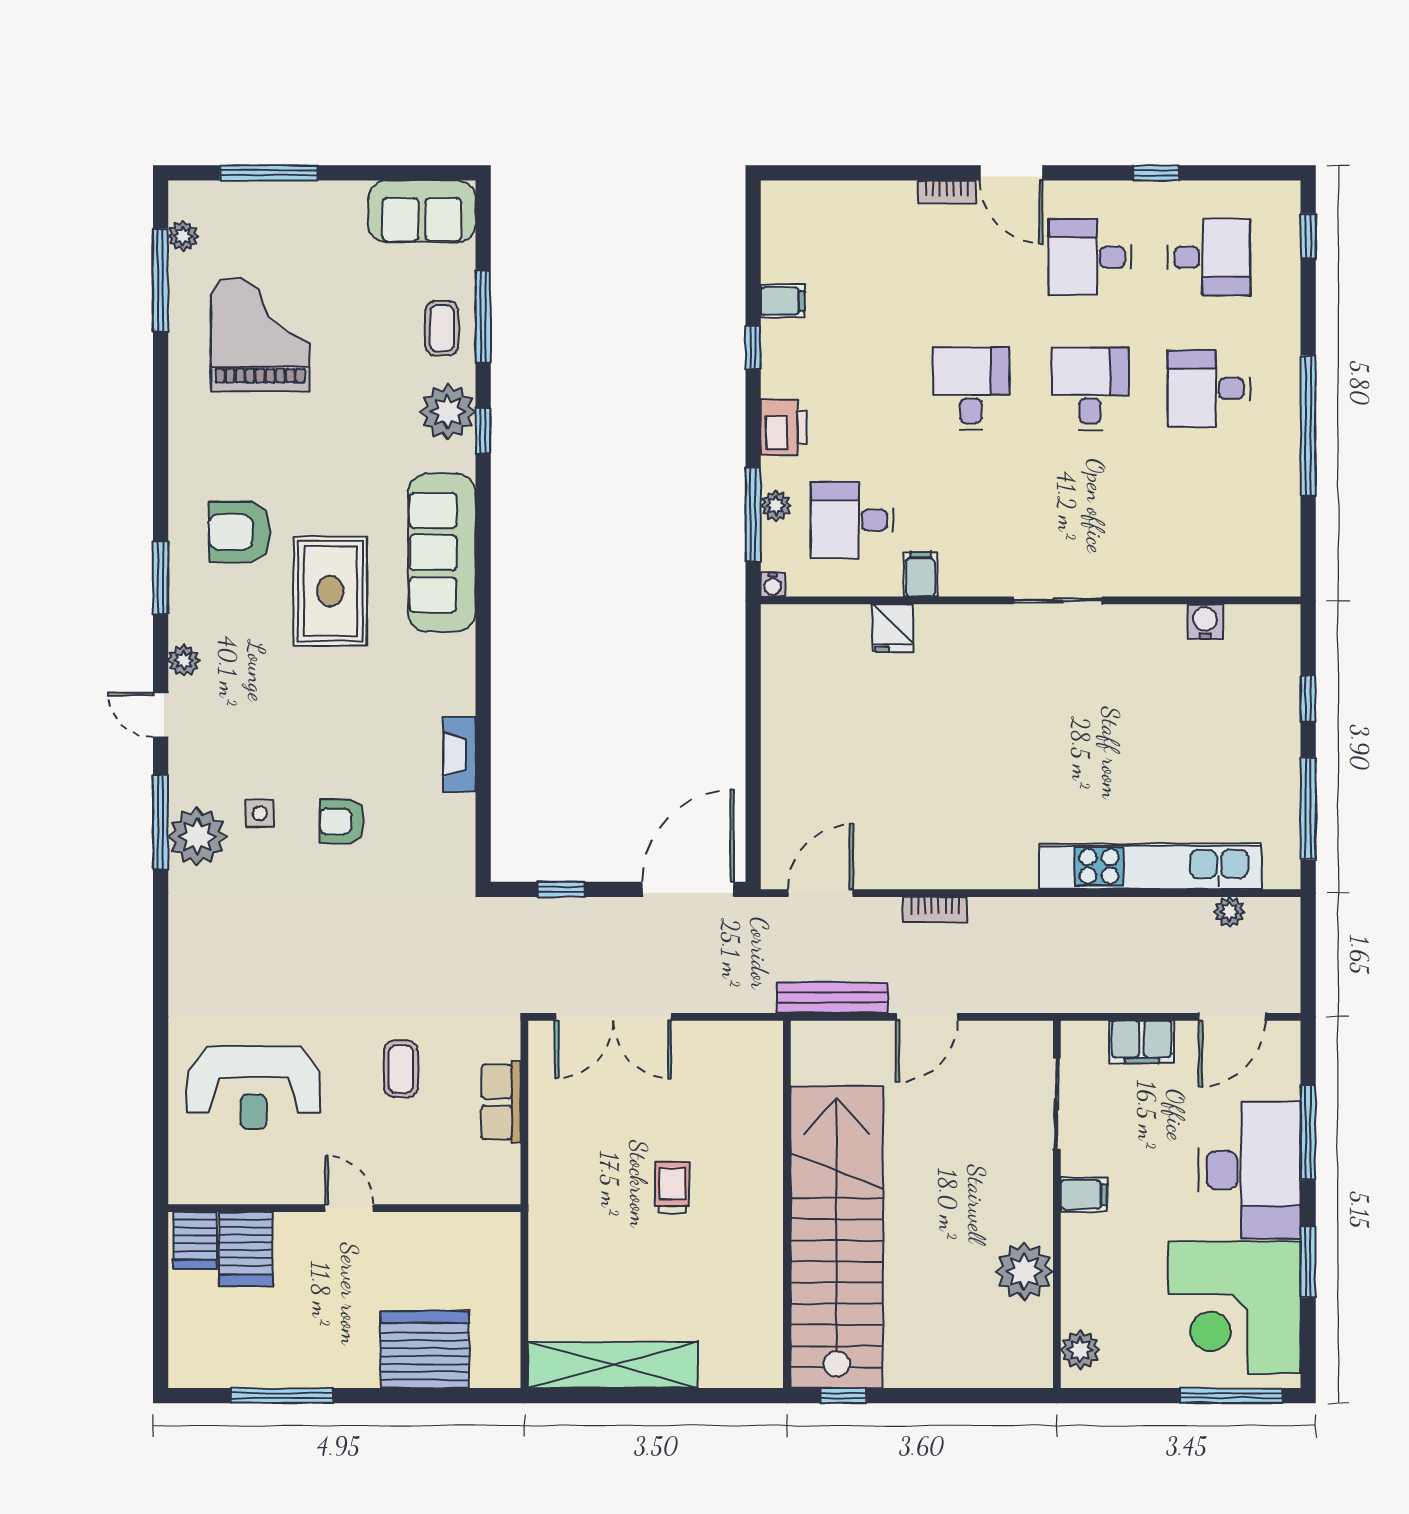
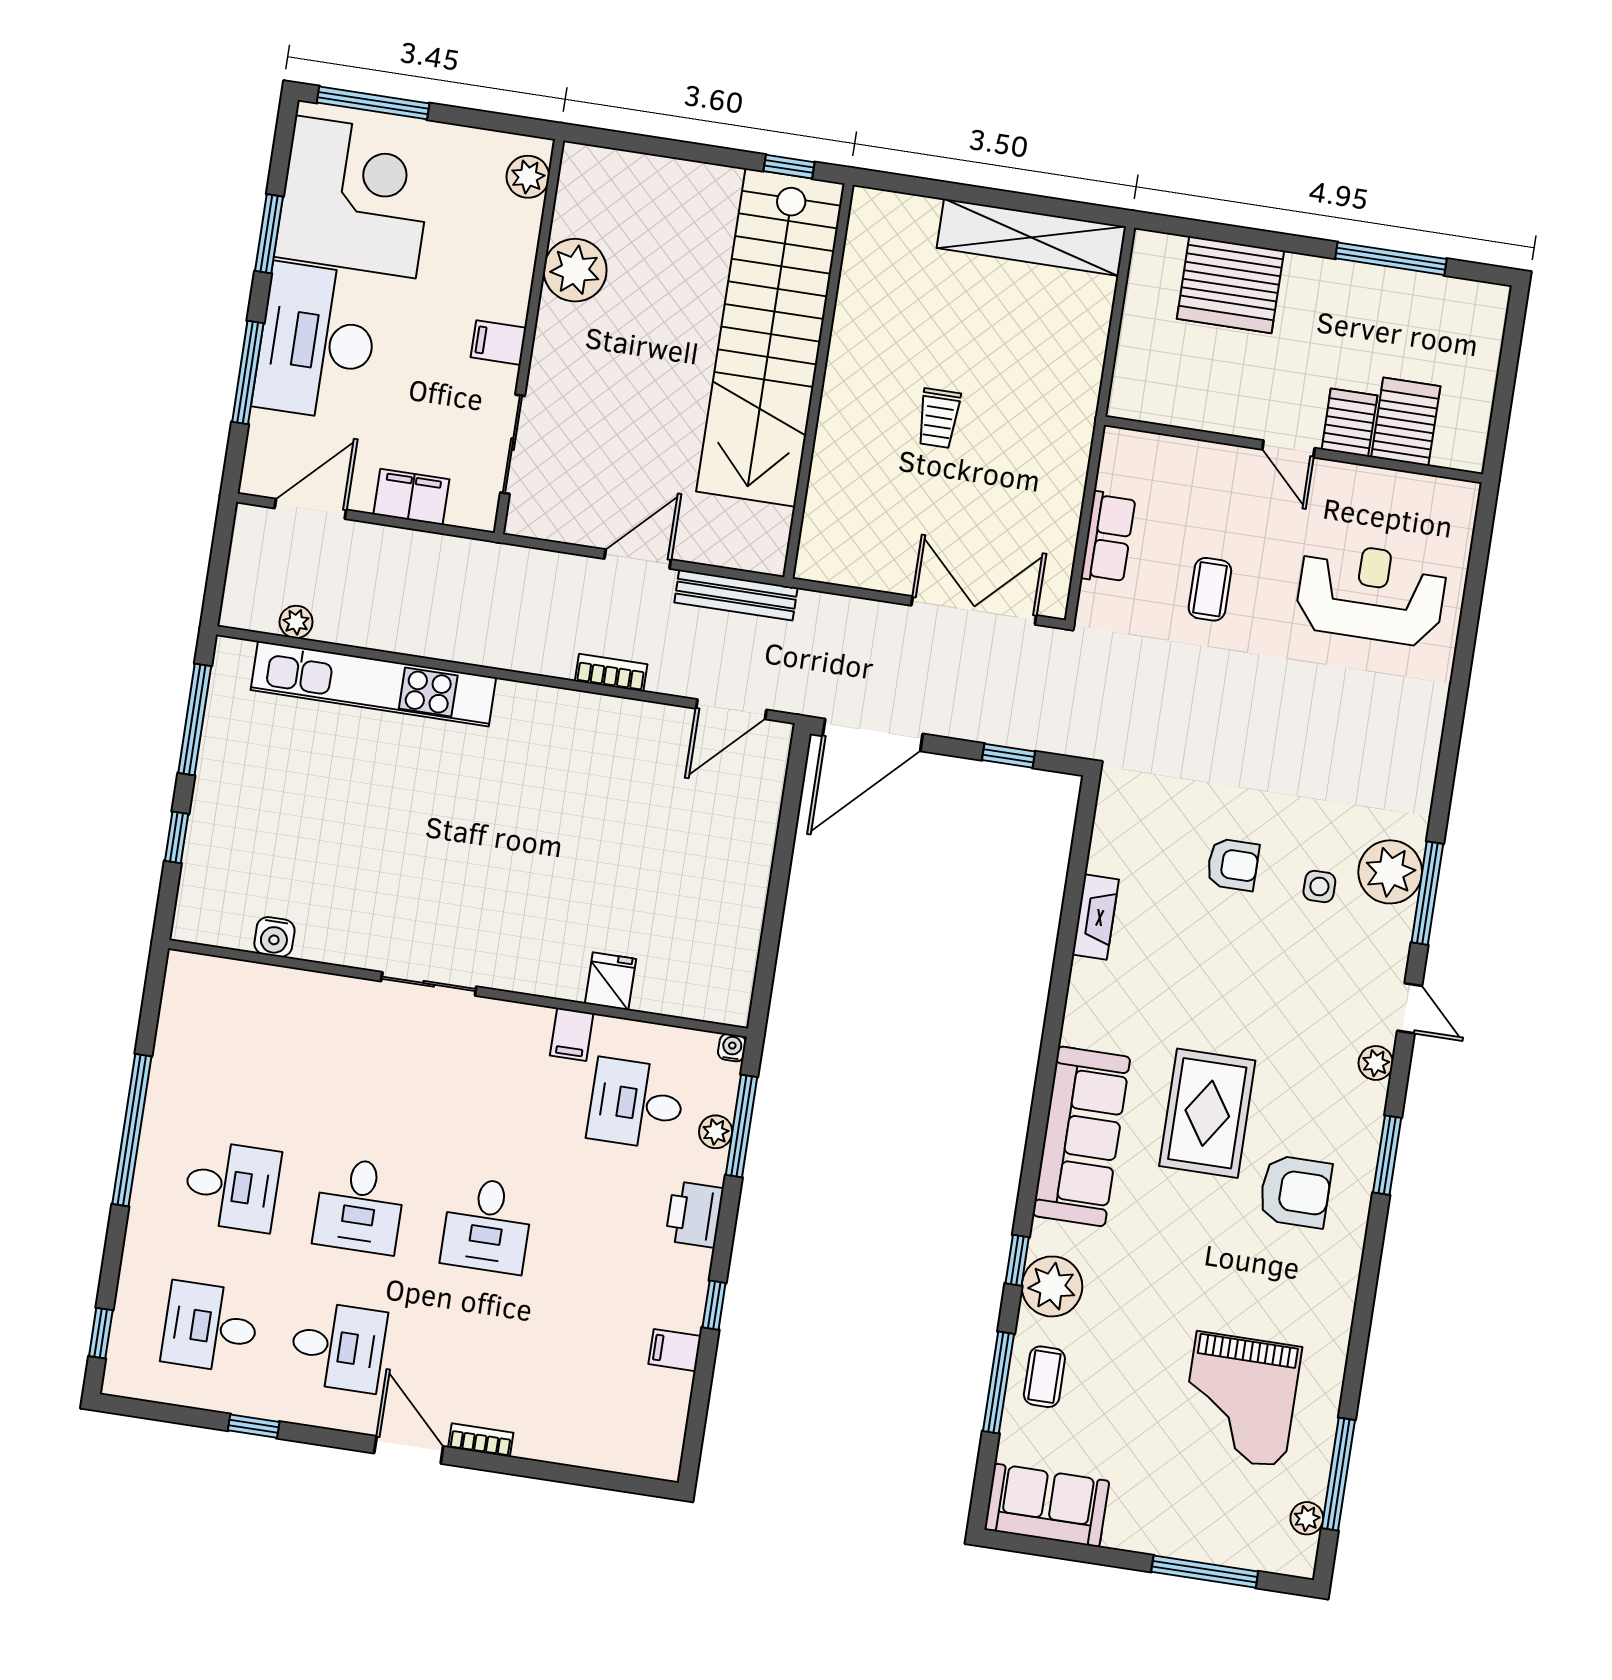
desk: (852, 520) -> (636, 1104), turned 180
server rack: (195, 1240) -> (1349, 423), moved

